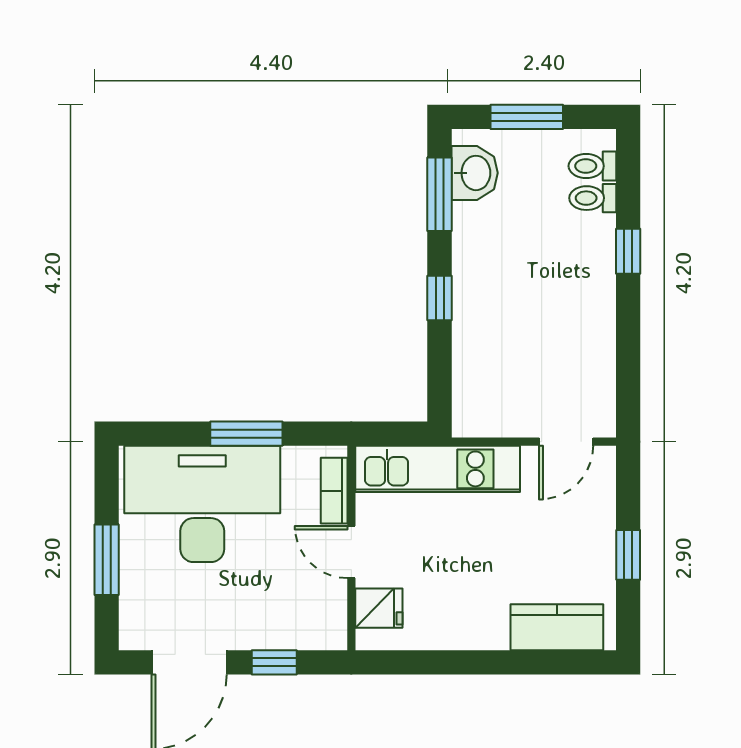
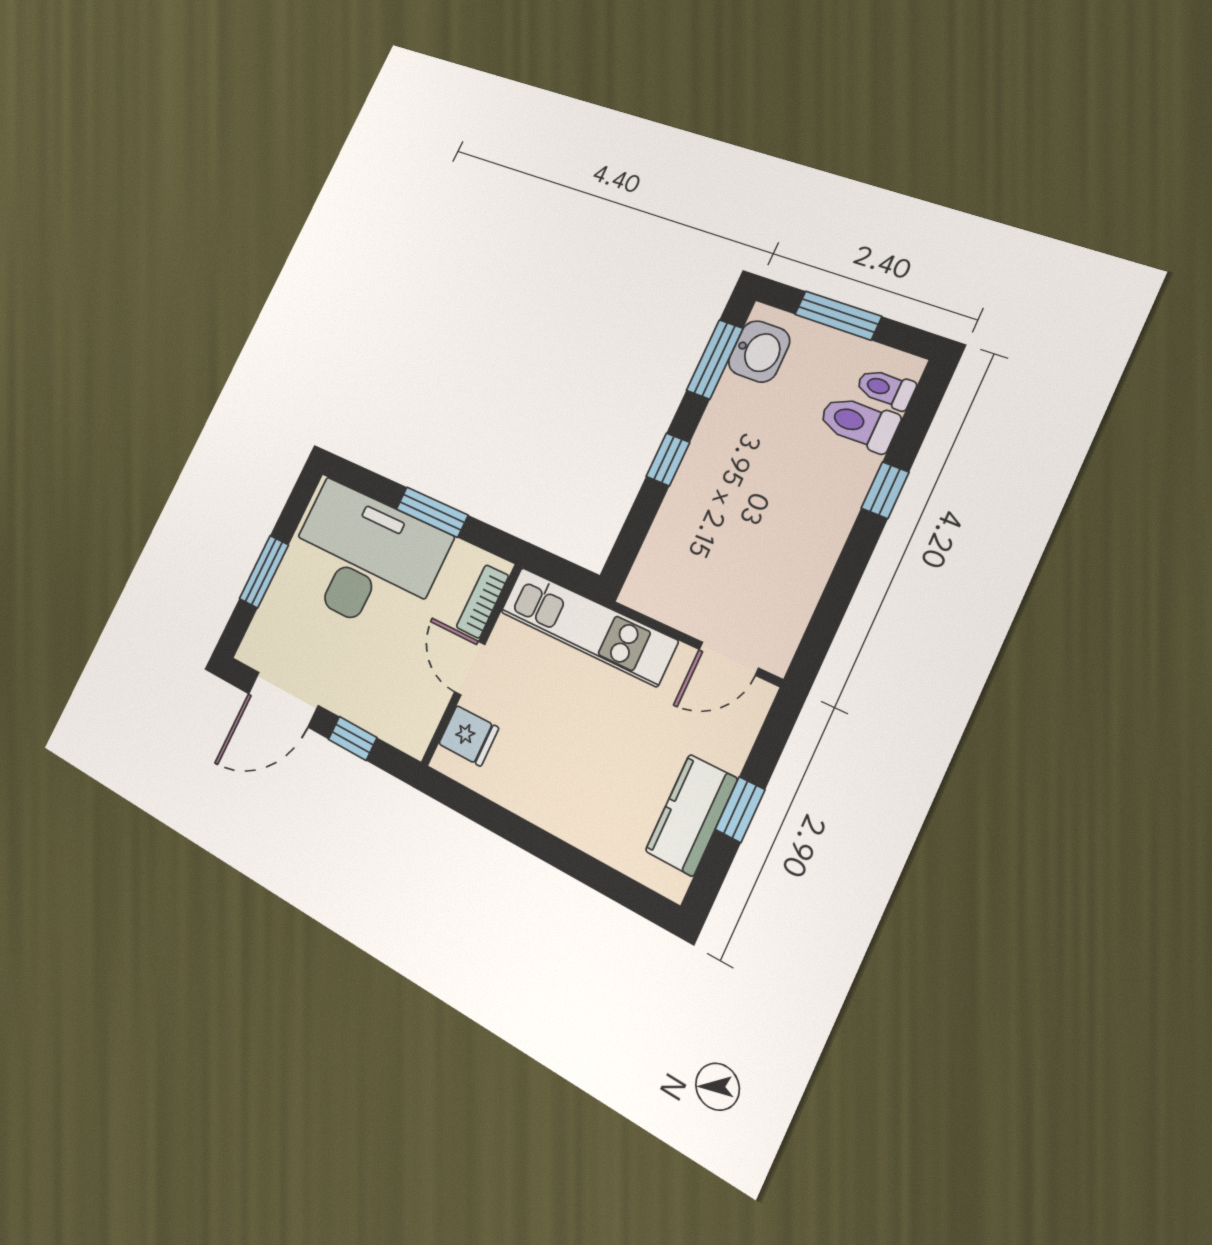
toilet: (593, 198) -> (859, 423), width x1.37, depth x1.39
kitchen counter: (557, 627) -> (691, 815), moved, turned -90

